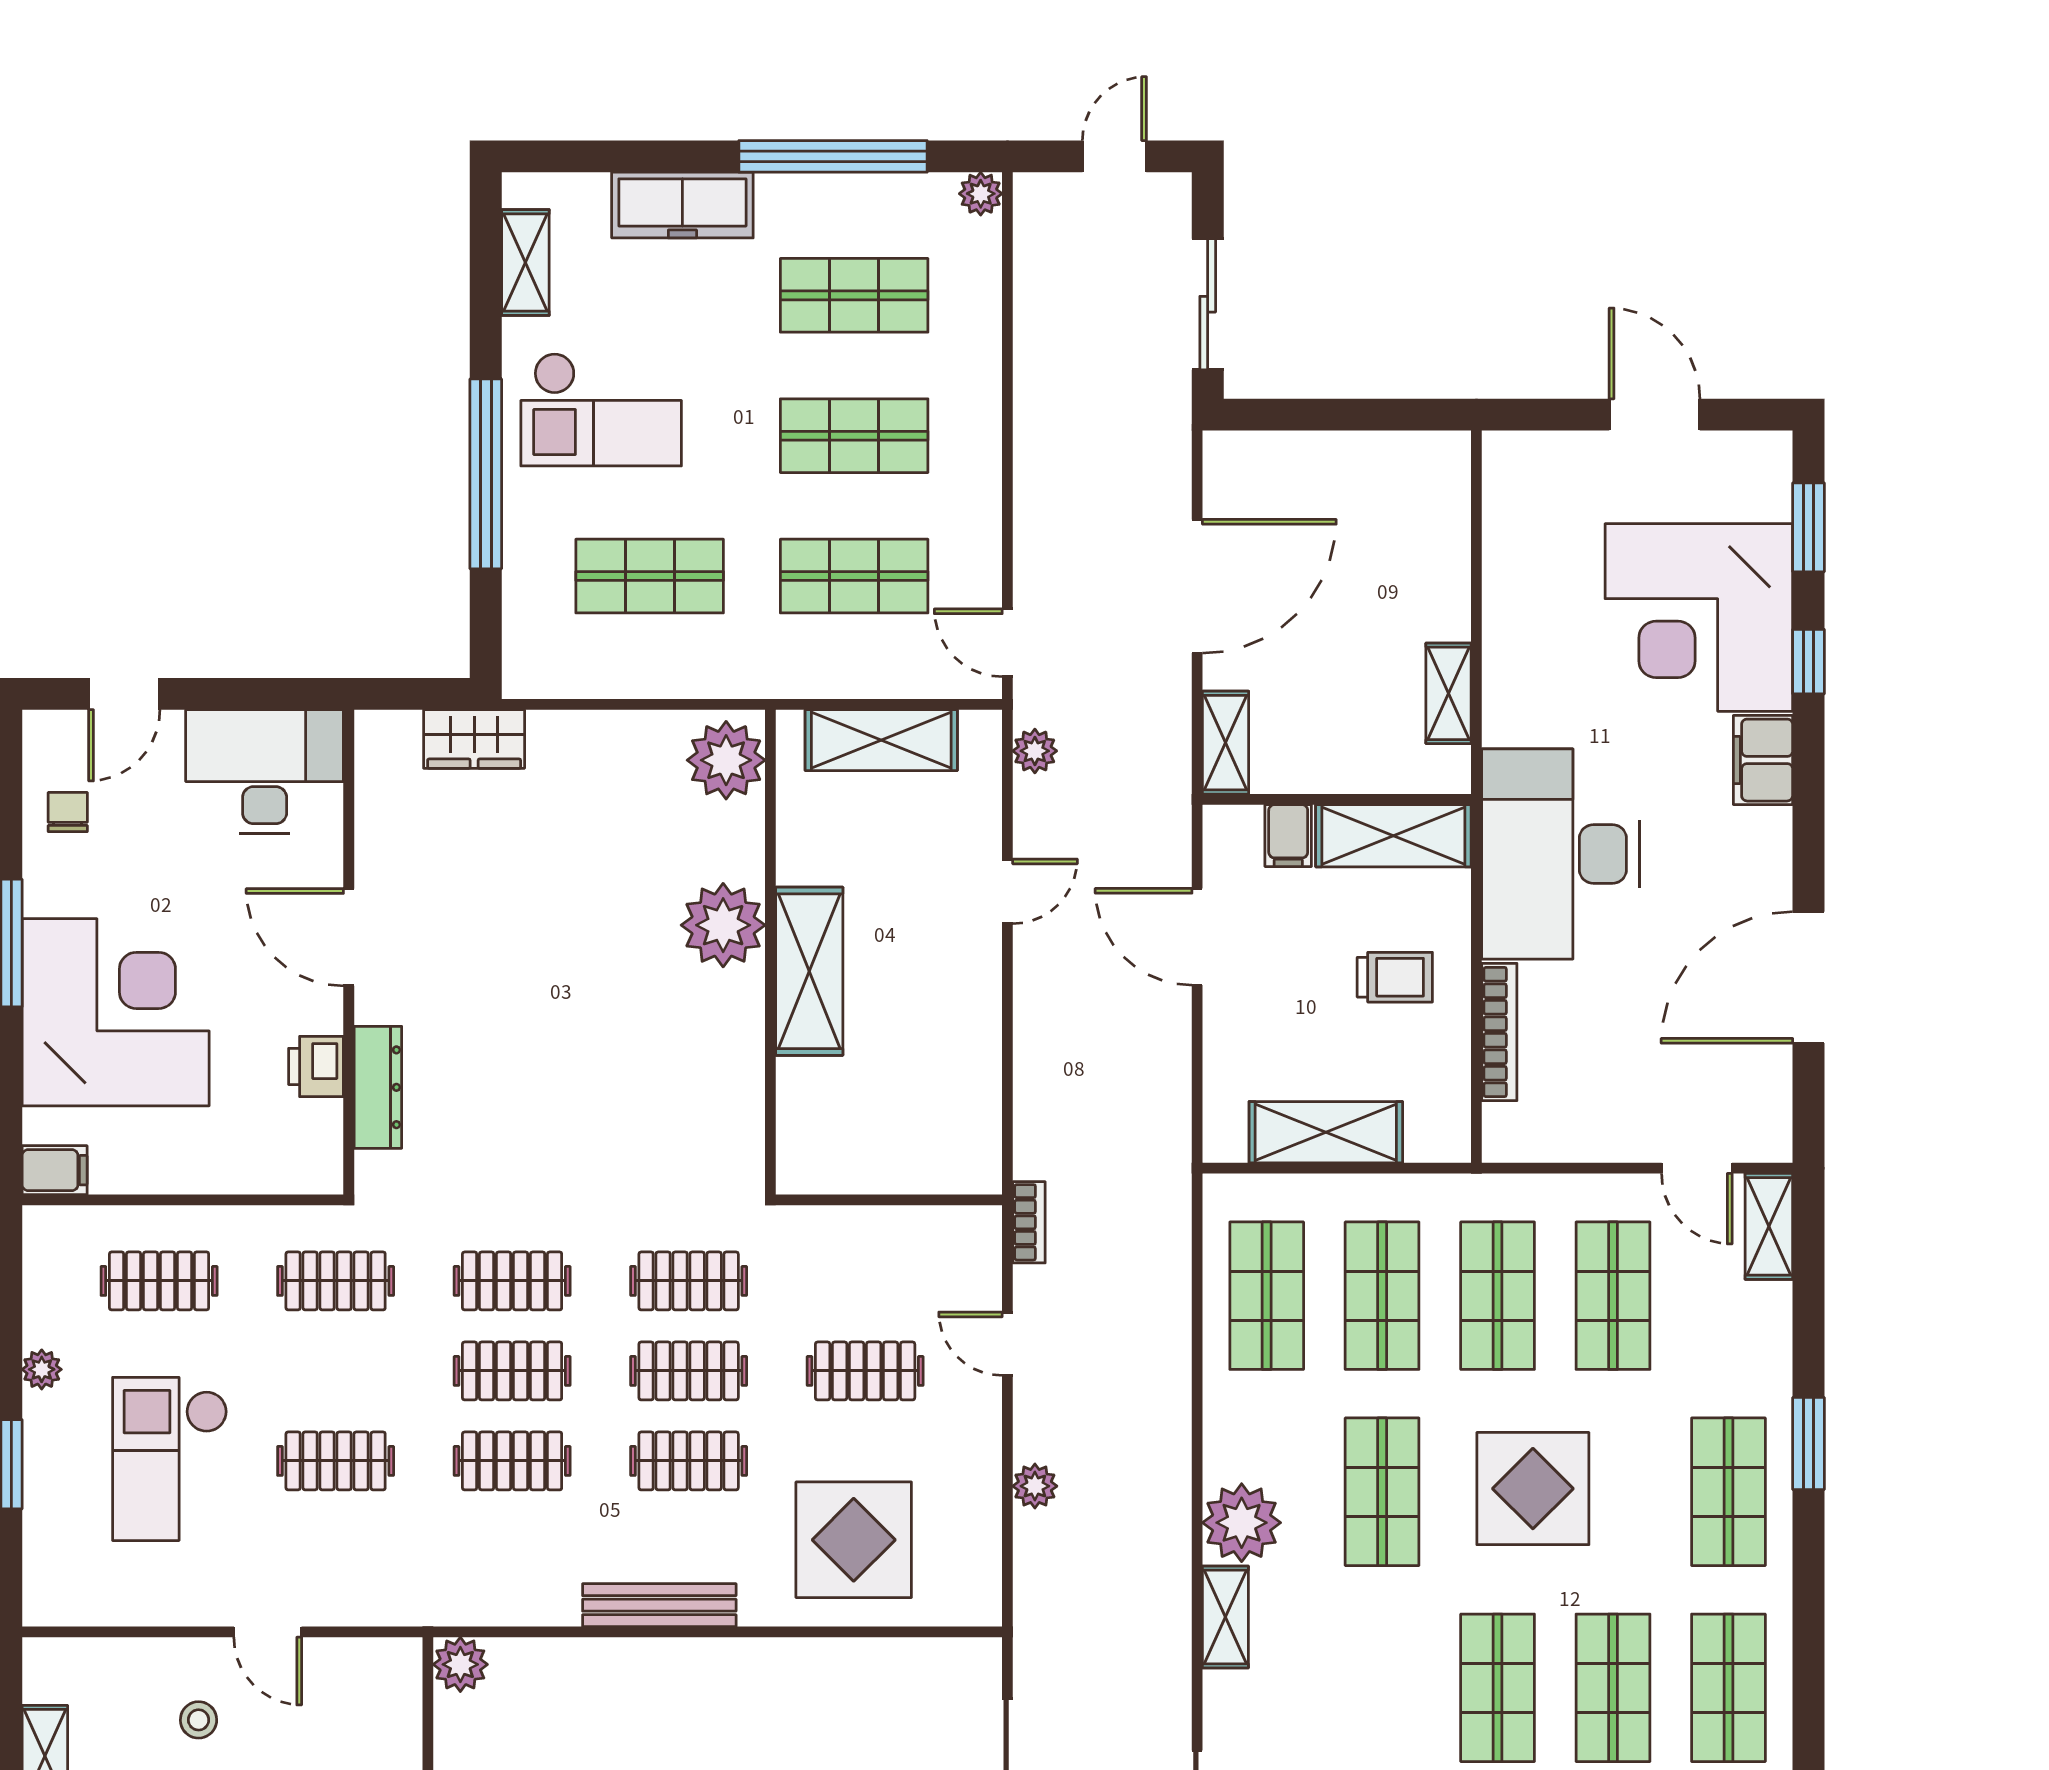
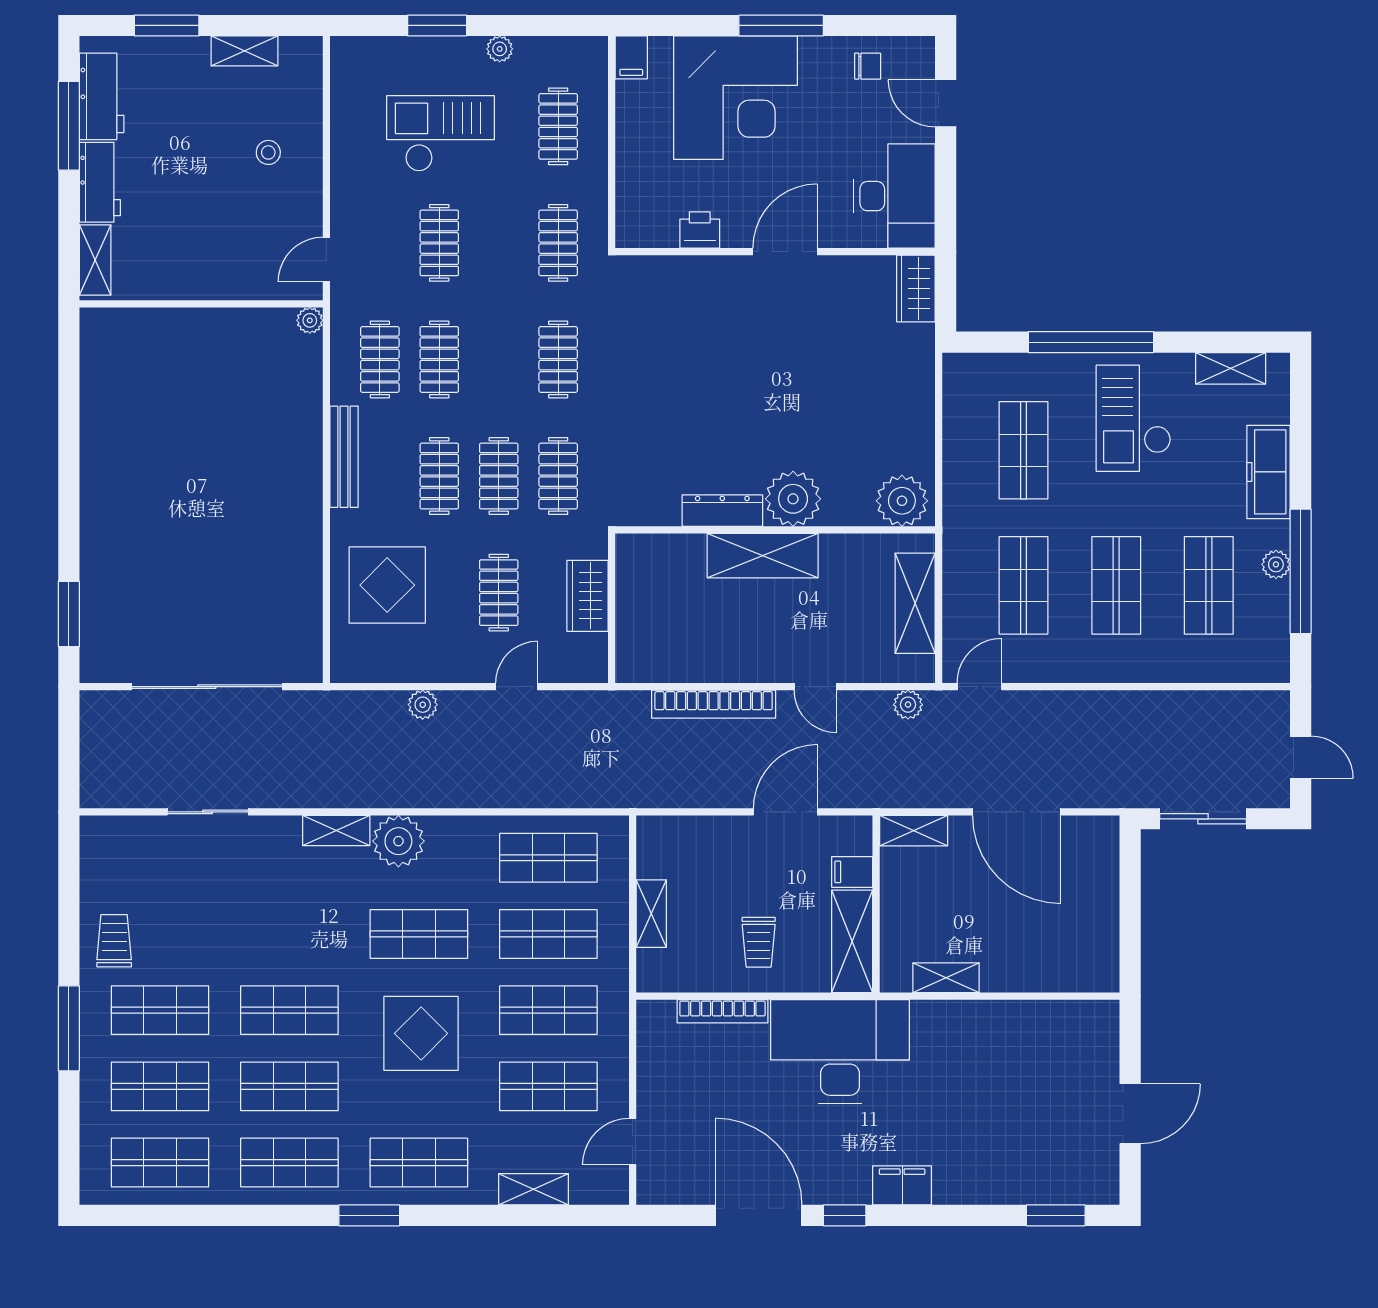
plant: (981, 194) -> (1276, 564), moved
corner desk: (1699, 617) -> (996, 1143), removed
window: (1808, 662) -> (845, 1215), moved
wardrobe: (474, 739) -> (916, 288), moved
dresser: (378, 1087) -> (722, 511), moved, turned 180
shelving: (1326, 1132) -> (651, 914), width x0.67, depth x0.75
bookcase: (1029, 1222) -> (714, 704), moved, width x2.31, depth x1.31
shelving: (1769, 1226) -> (533, 1189), moved
wardrobe: (870, 1236) -> (588, 596), added
clothes rail: (512, 1371) -> (380, 359), moved
window: (1808, 1443) -> (369, 1215), moved
door: (268, 1632) -> (326, 259), moved
plant: (460, 1664) -> (310, 320), width x0.73, depth x0.73

